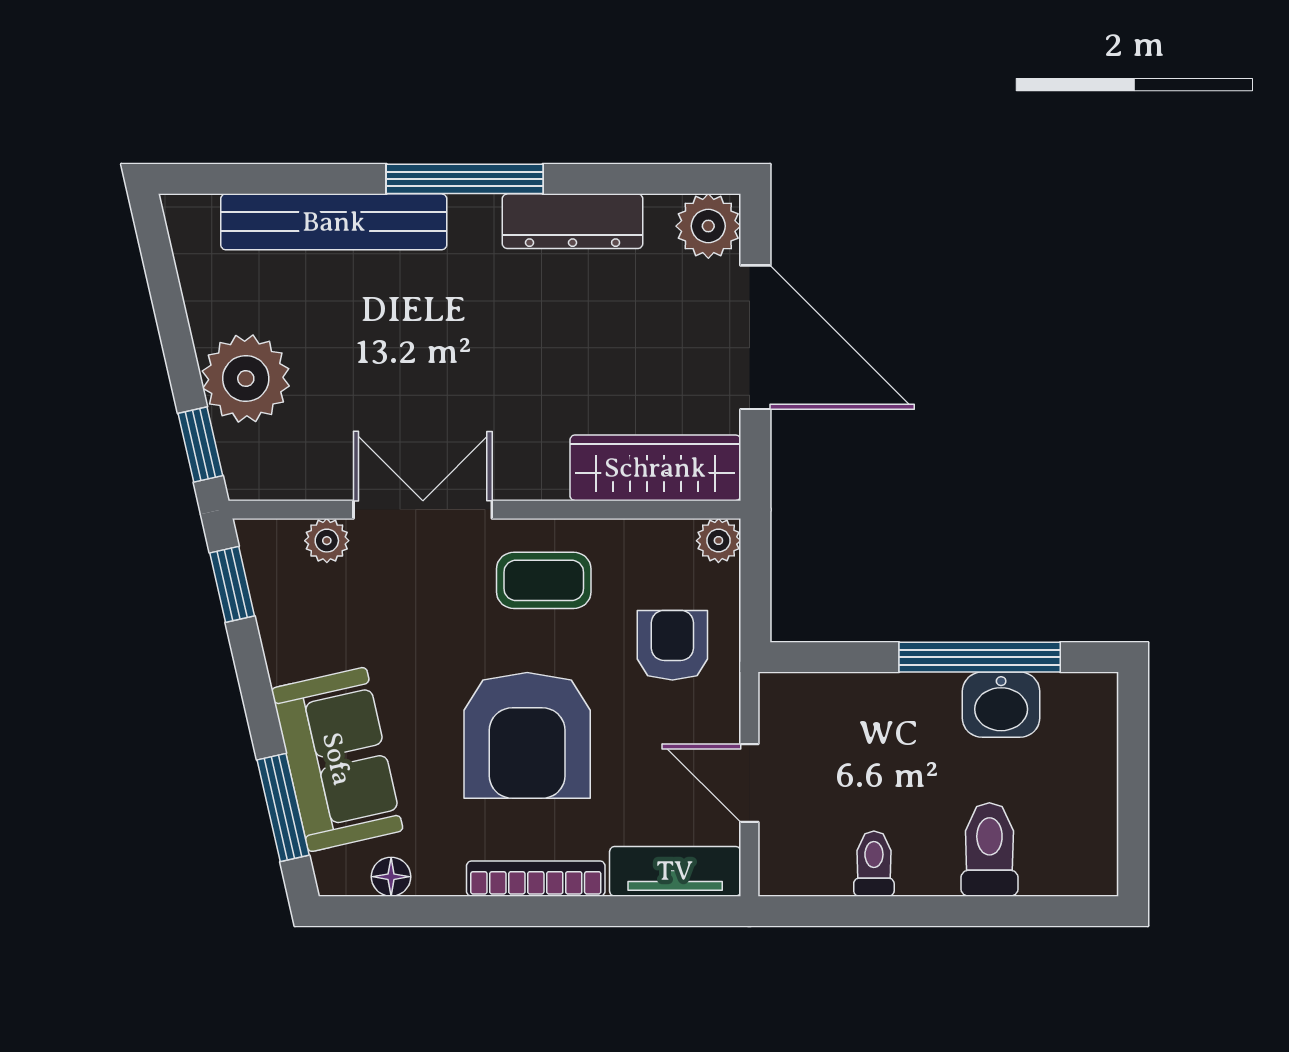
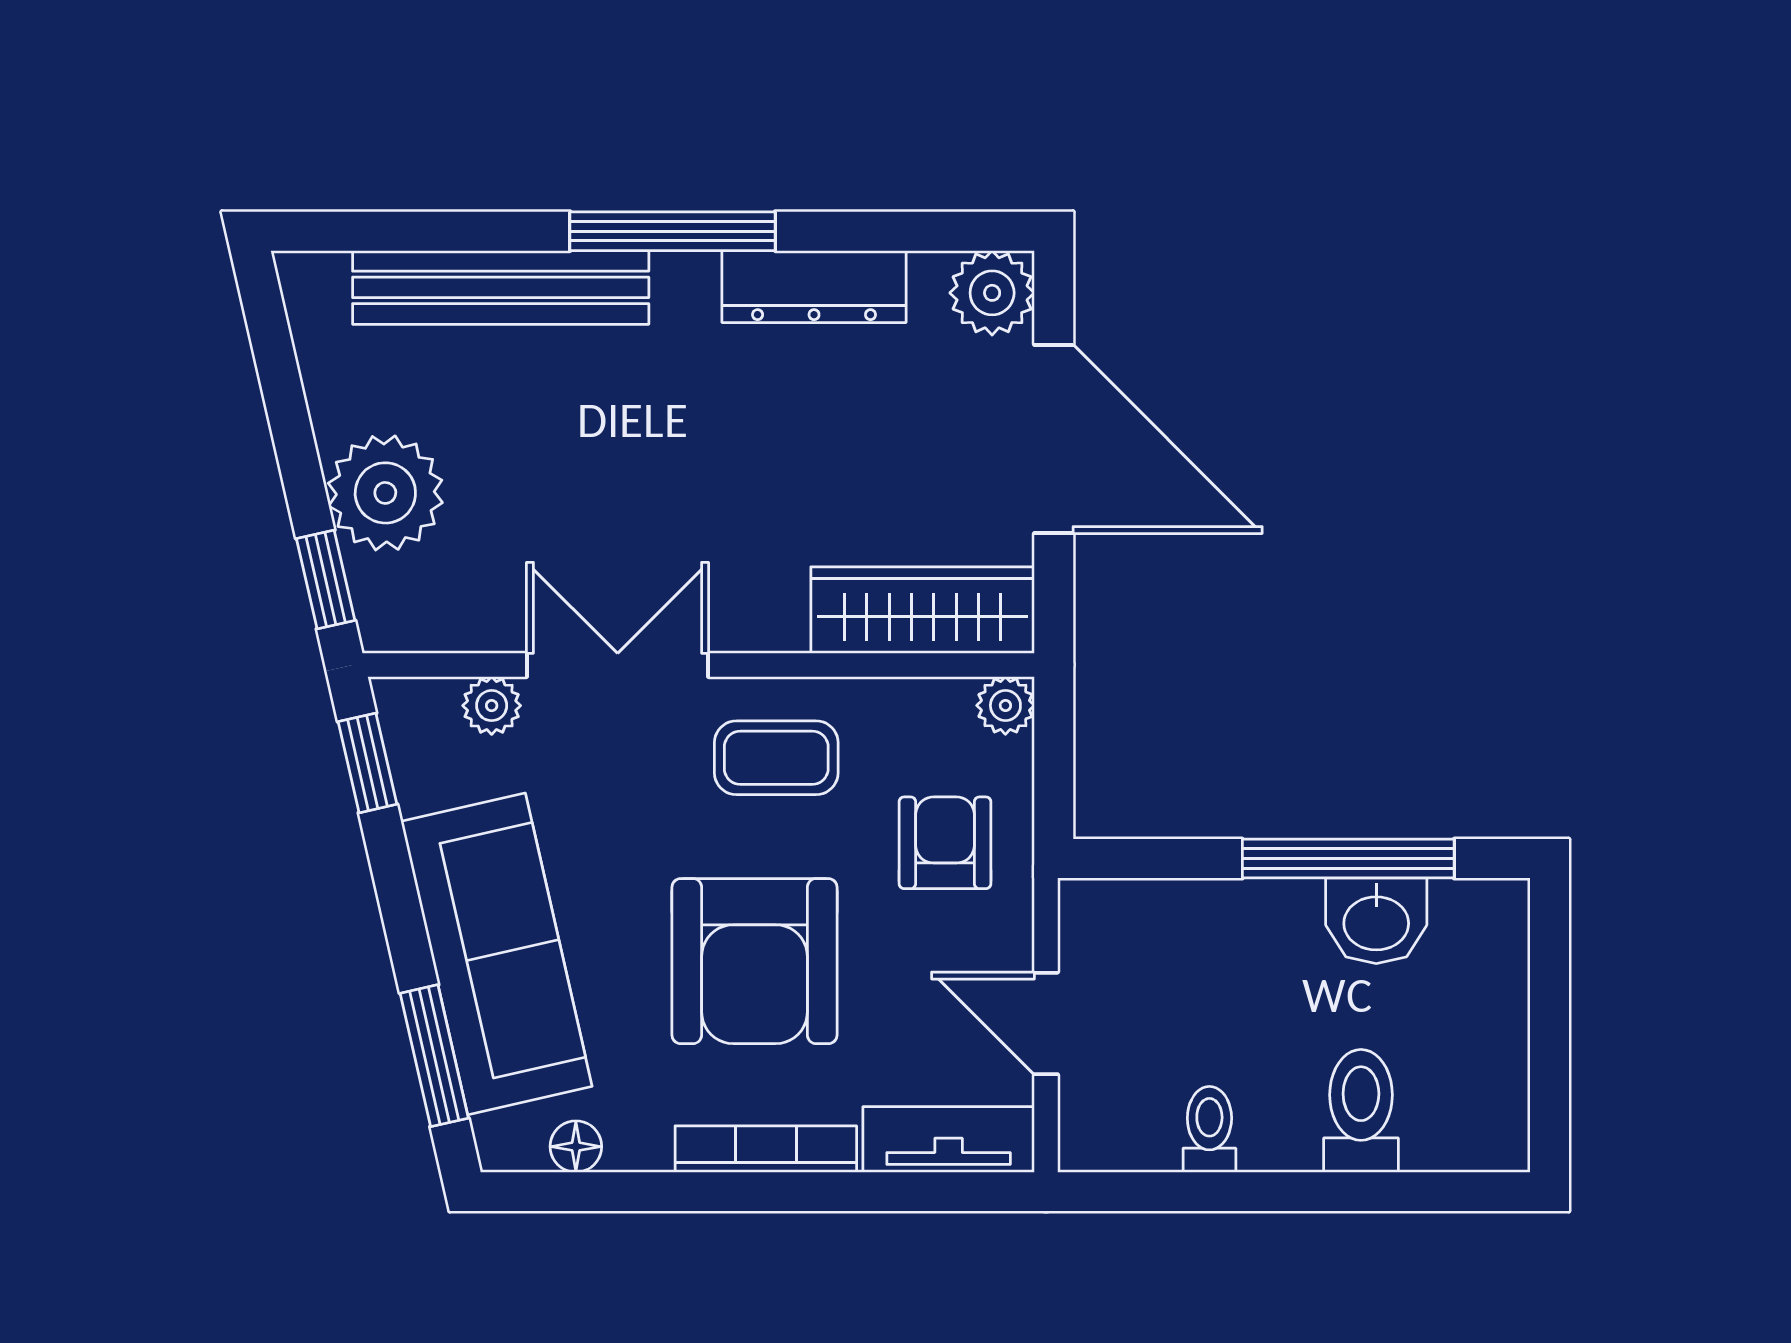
sofa: (337, 759) -> (496, 954), width x1.36

